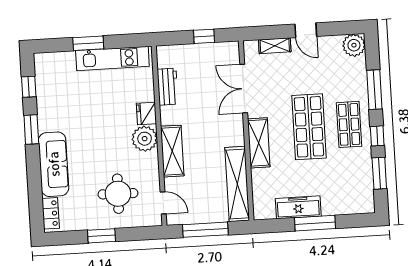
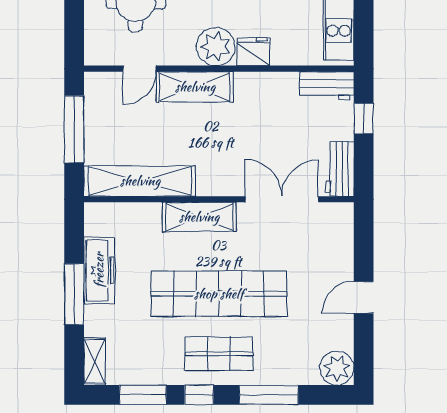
window: (204, 36) -> (364, 118), moved
shelving: (275, 46) -> (95, 361), moved
workbench: (221, 51) -> (340, 169), added
workbench: (168, 87) -> (327, 86), moved
shop shelf: (309, 127) -> (219, 294), width x1.40
door: (163, 203) -> (140, 69), moved

